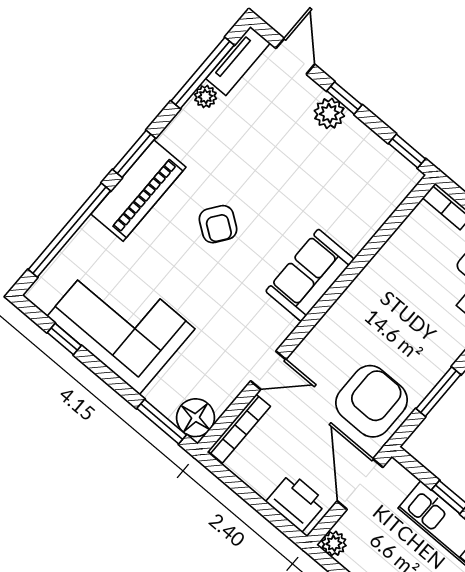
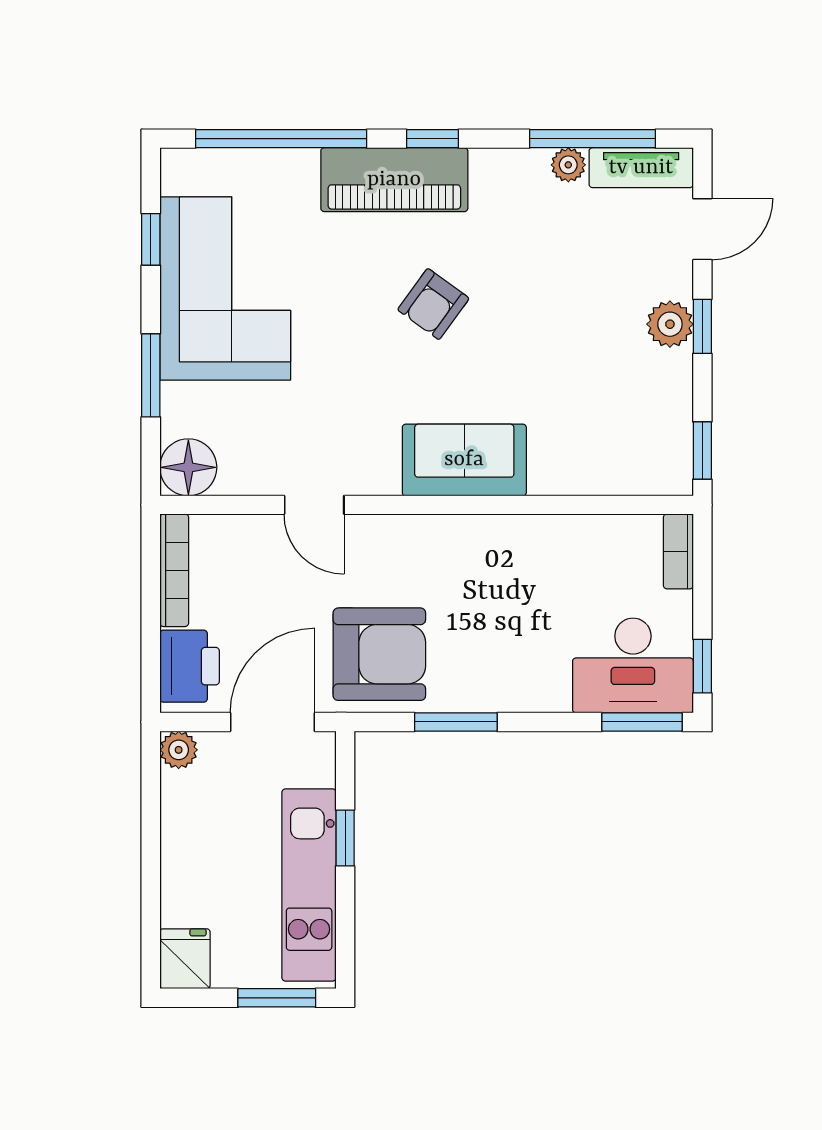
window: (134, 154) -> (432, 139), width x0.67
window: (162, 422) -> (151, 375), moved
bookcase: (239, 429) -> (174, 570), moved, turned -90

